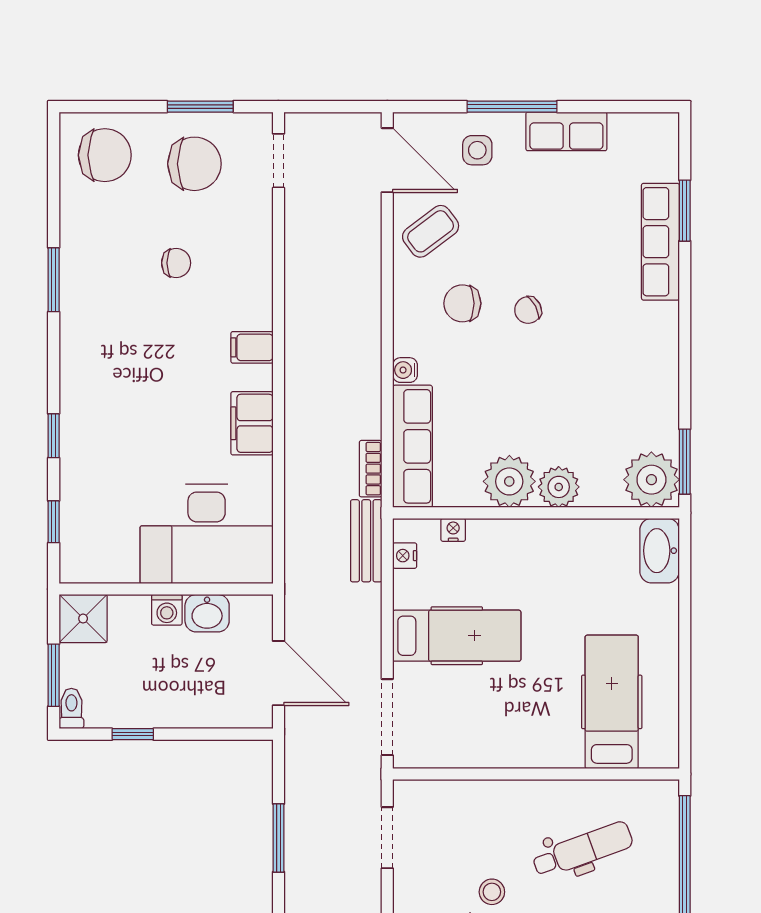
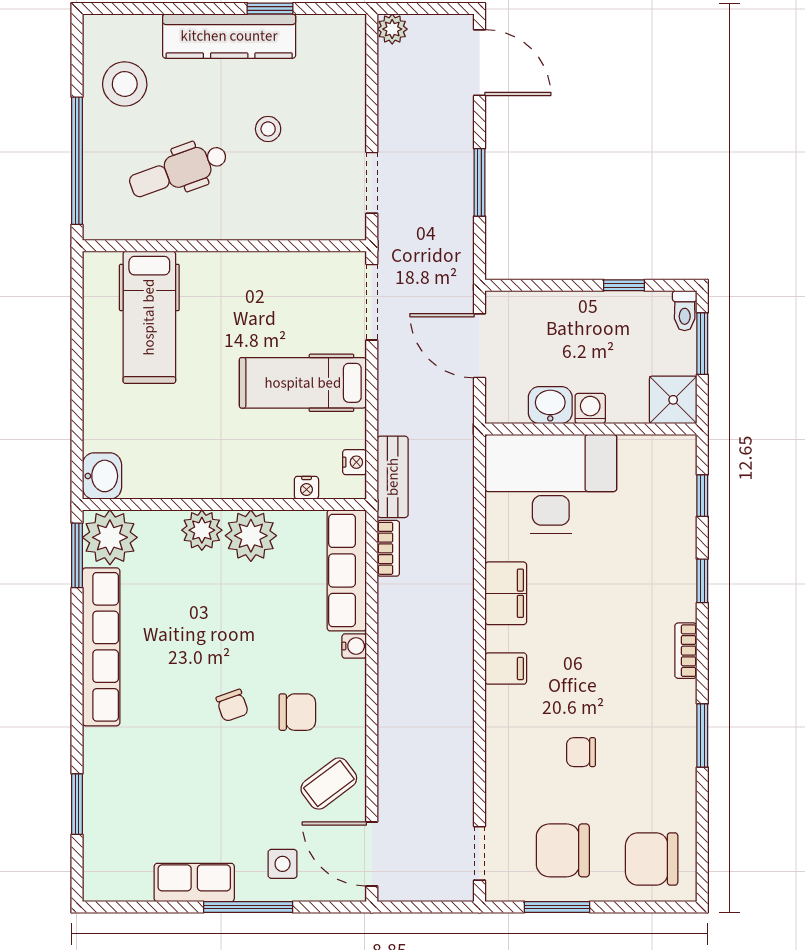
row of seats: (660, 242) -> (101, 647), moved, width x1.36
chair: (528, 310) -> (232, 705), turned 98
bookcase: (70, 365) -> (686, 651), added
washbasin: (660, 551) -> (102, 476), width x0.72

